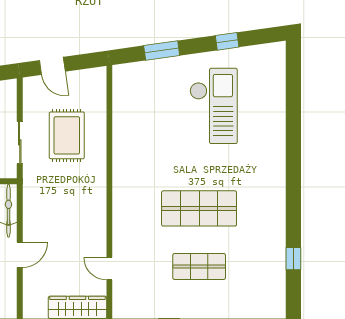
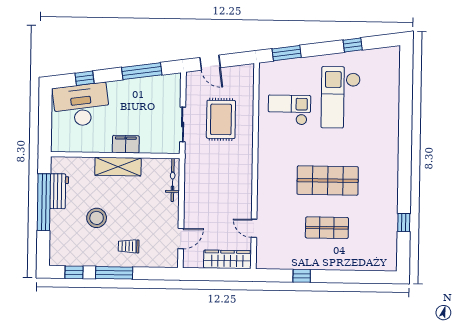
window: (162, 51) -> (287, 53), moved
checkout: (213, 106) -> (341, 97), turned 180
checkout: (151, 122) -> (289, 110), added
door: (20, 255) -> (181, 238), moved

